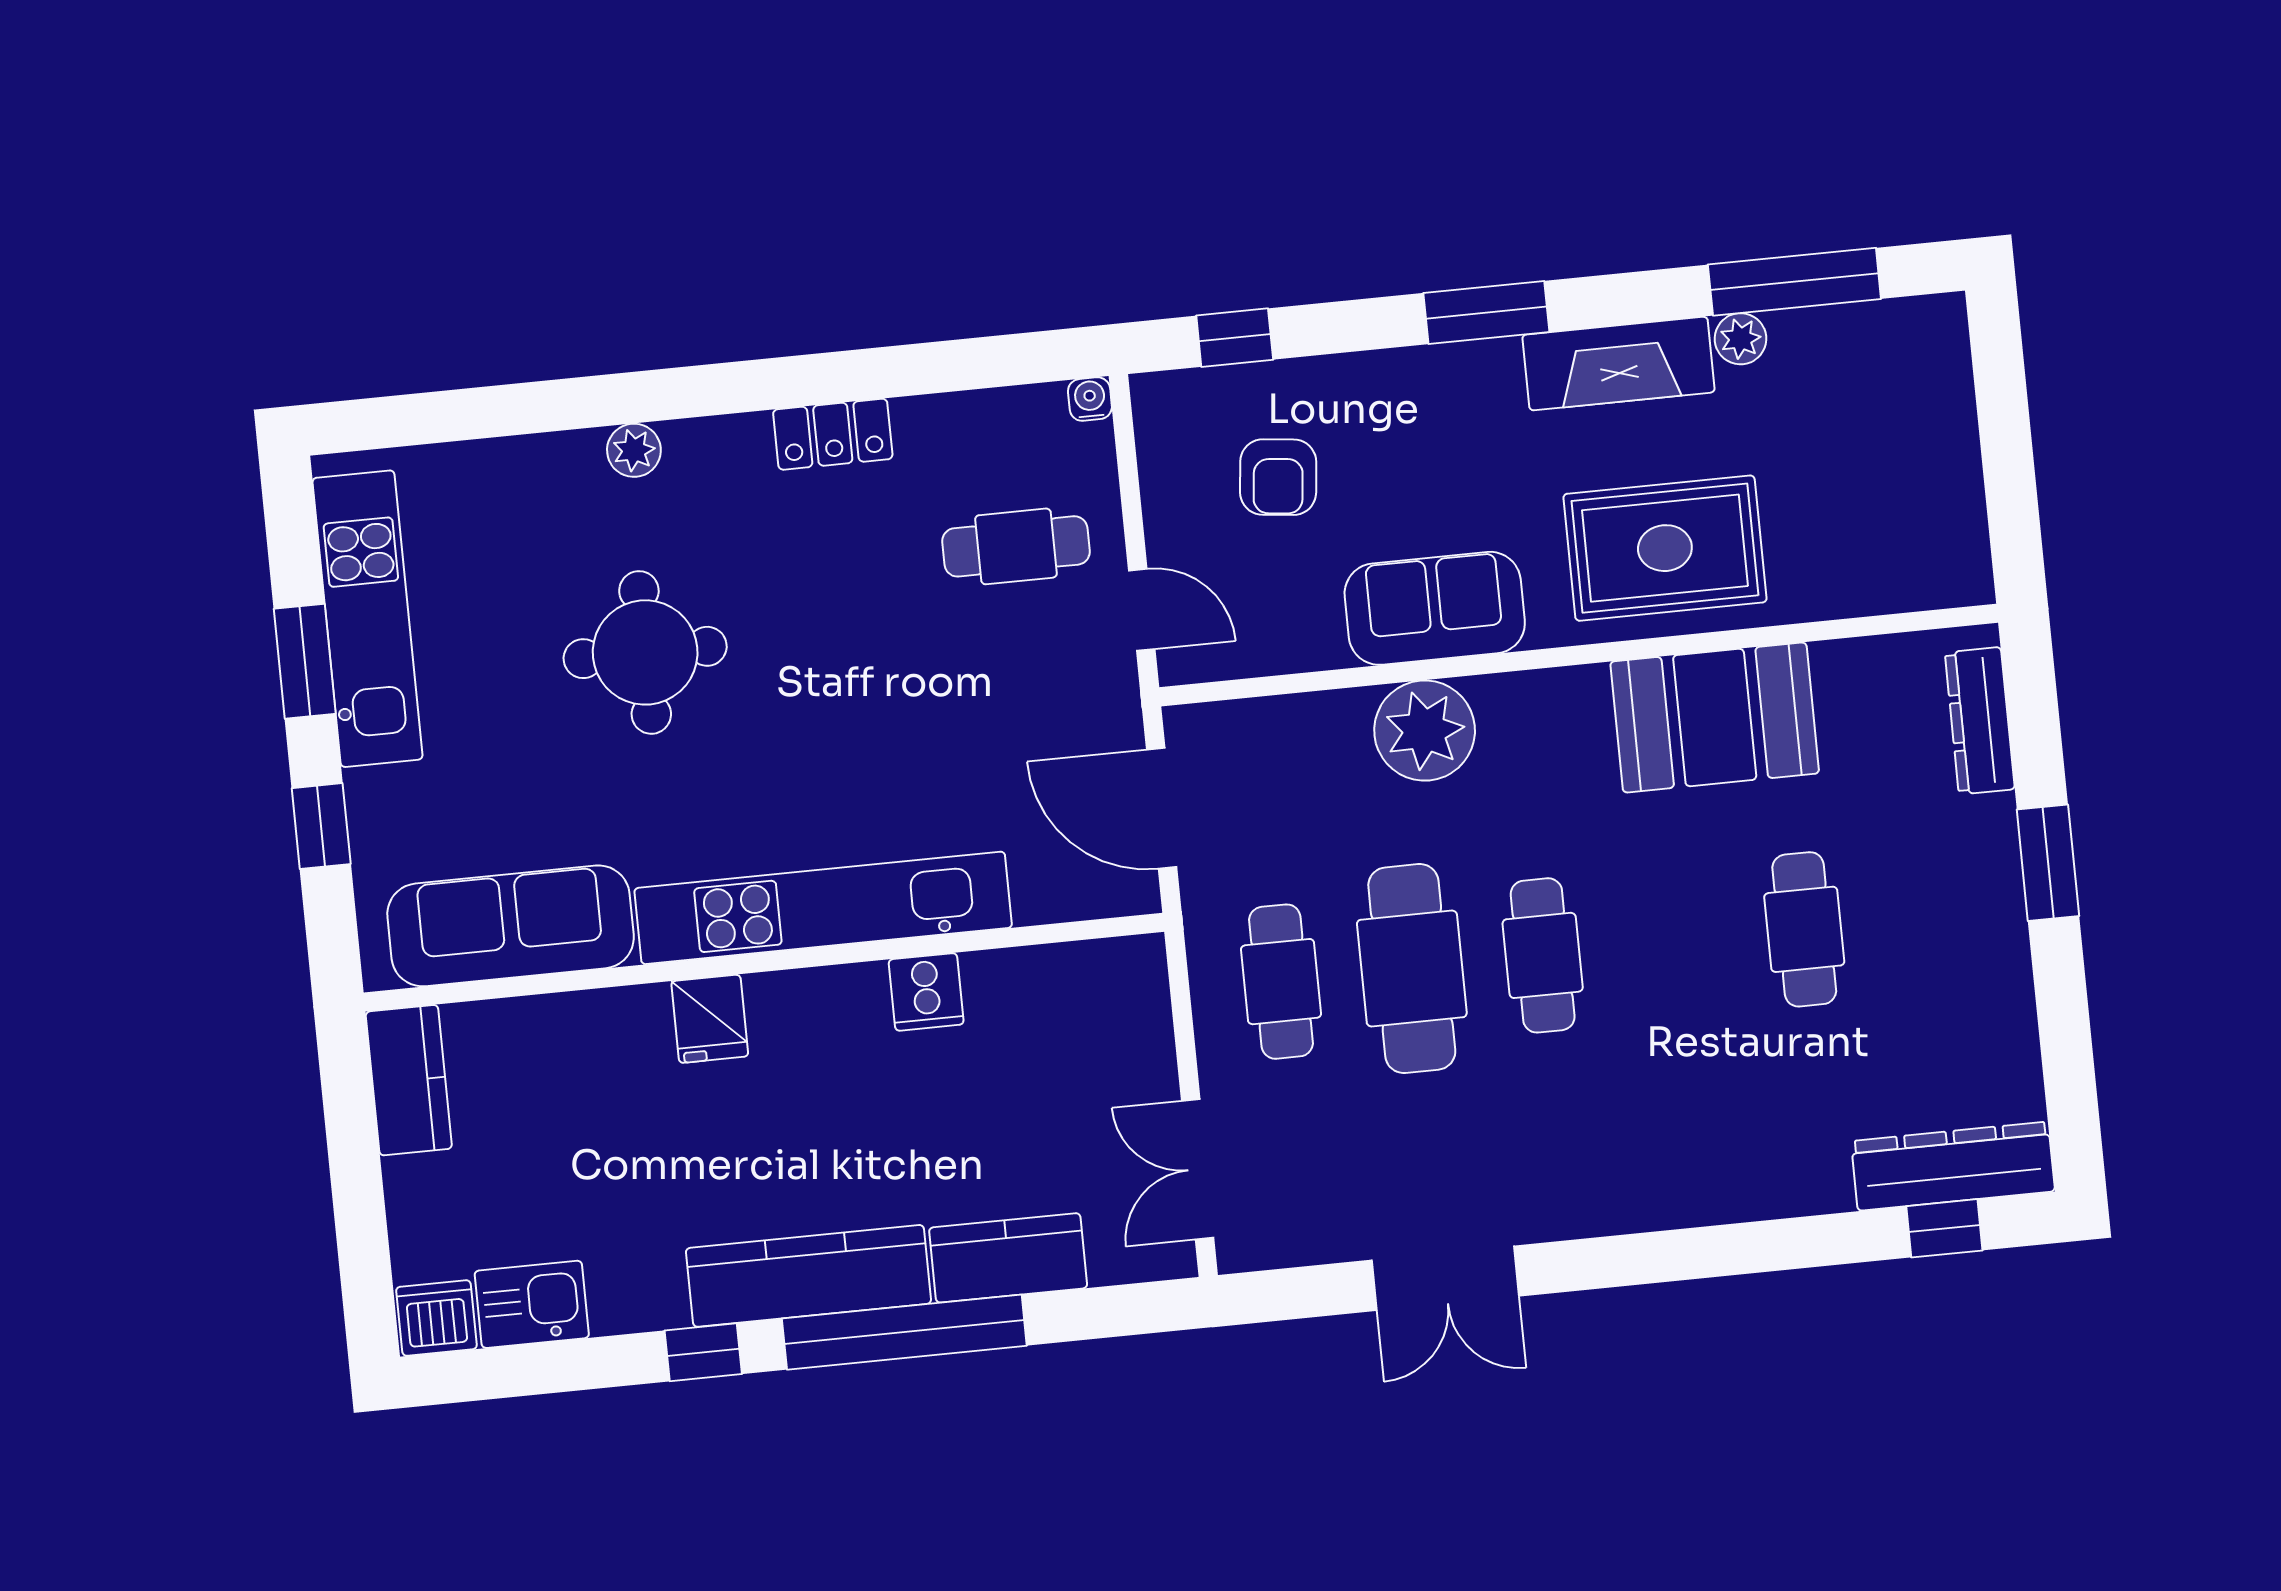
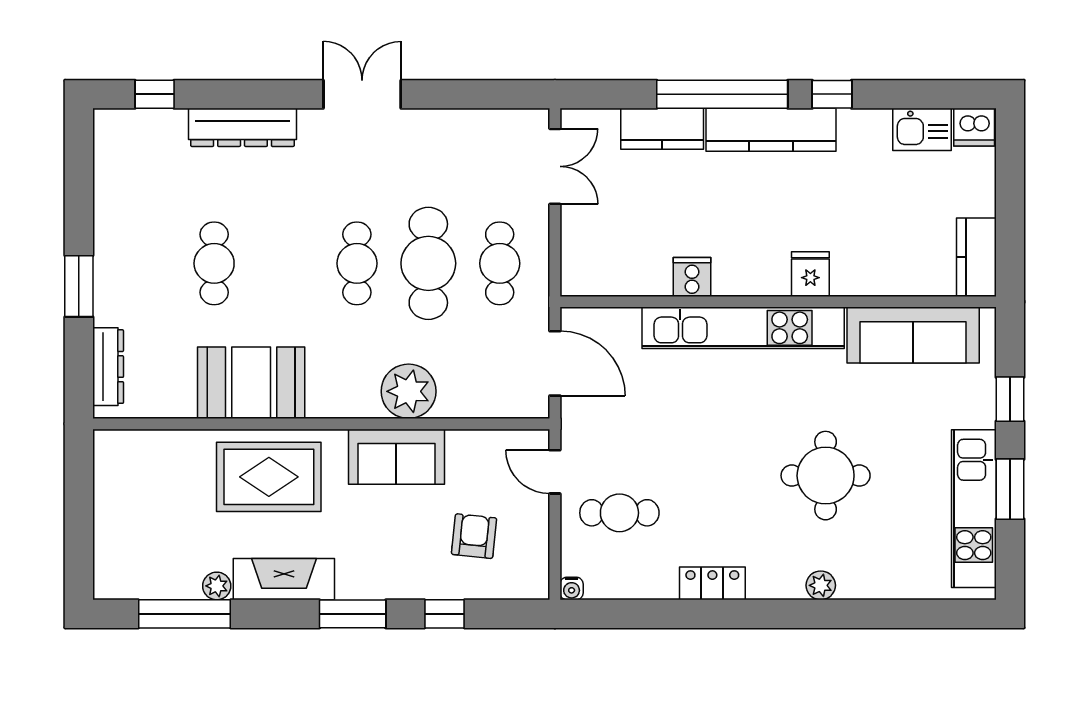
window: (1235, 338) -> (444, 614), moved
dresser: (1953, 1166) -> (243, 127), moved
double door: (1445, 1278) -> (362, 94), moved

